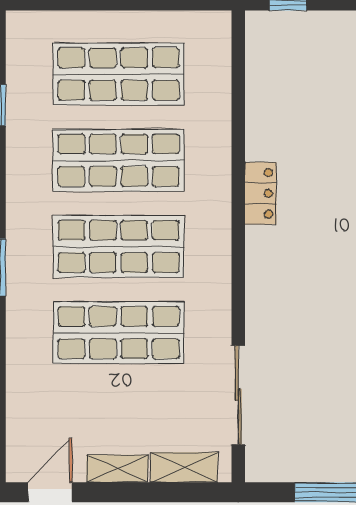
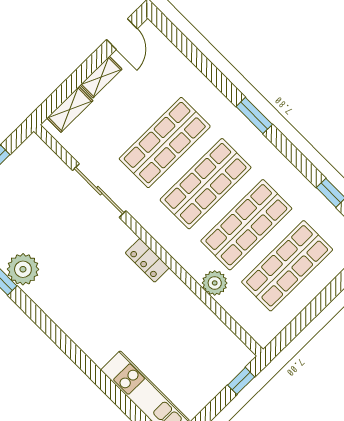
plant: (213, 132) -> (215, 283), added
locker: (261, 193) -> (147, 260), moved
sliding door: (238, 395) -> (99, 191), moved

